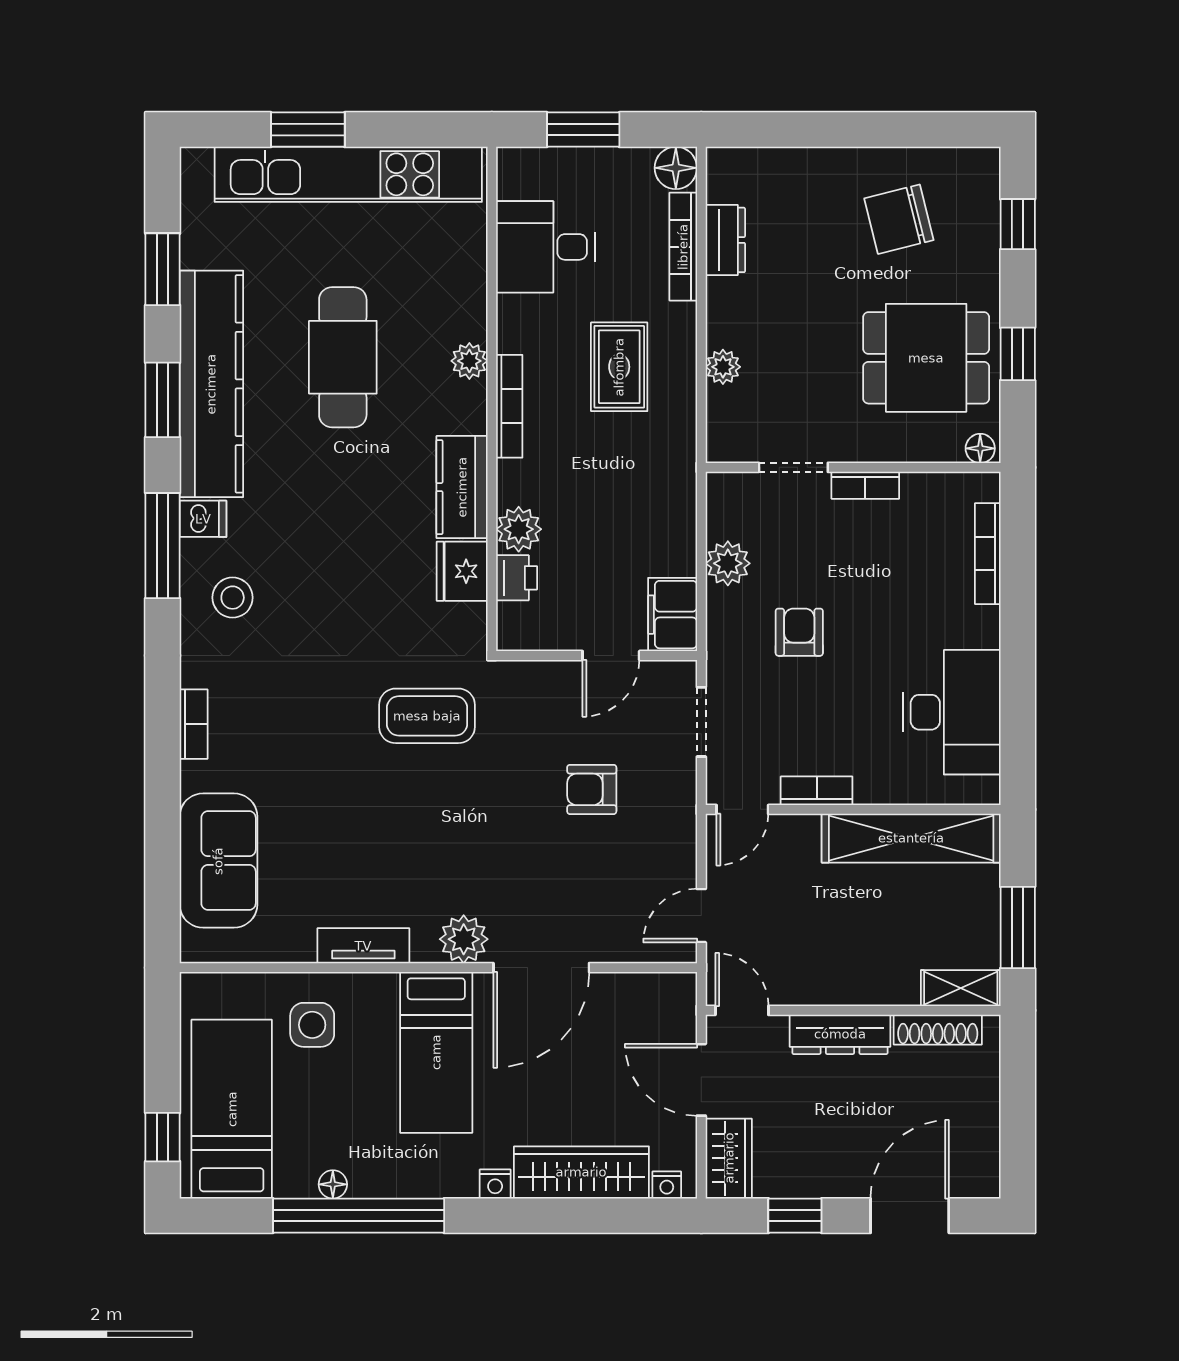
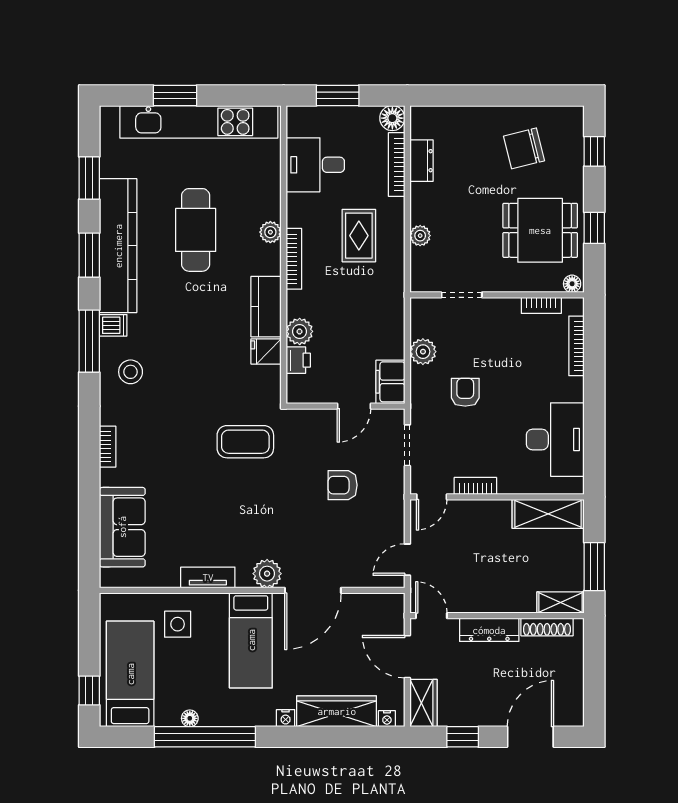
bookcase: (865, 485) -> (541, 305), moved
fridge: (462, 571) -> (266, 351), width x0.72
shelving: (911, 838) -> (548, 514), width x0.68

